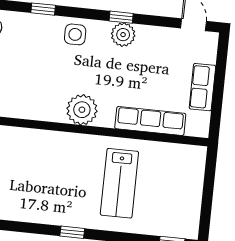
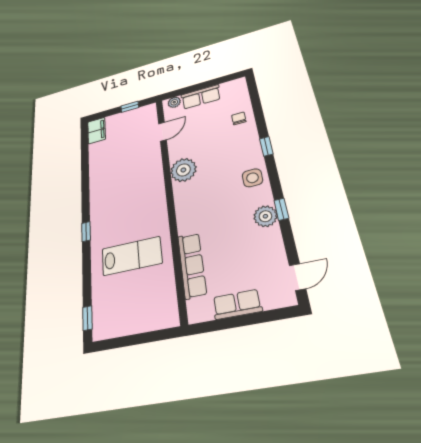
plant: (82, 110) -> (183, 170), moved
lab bench: (119, 183) -> (132, 256), turned 180

